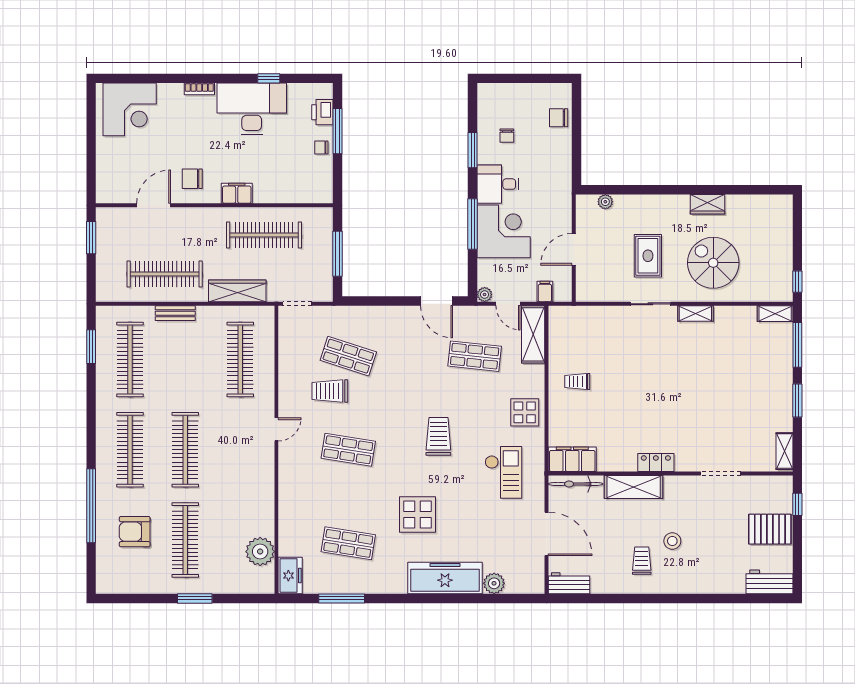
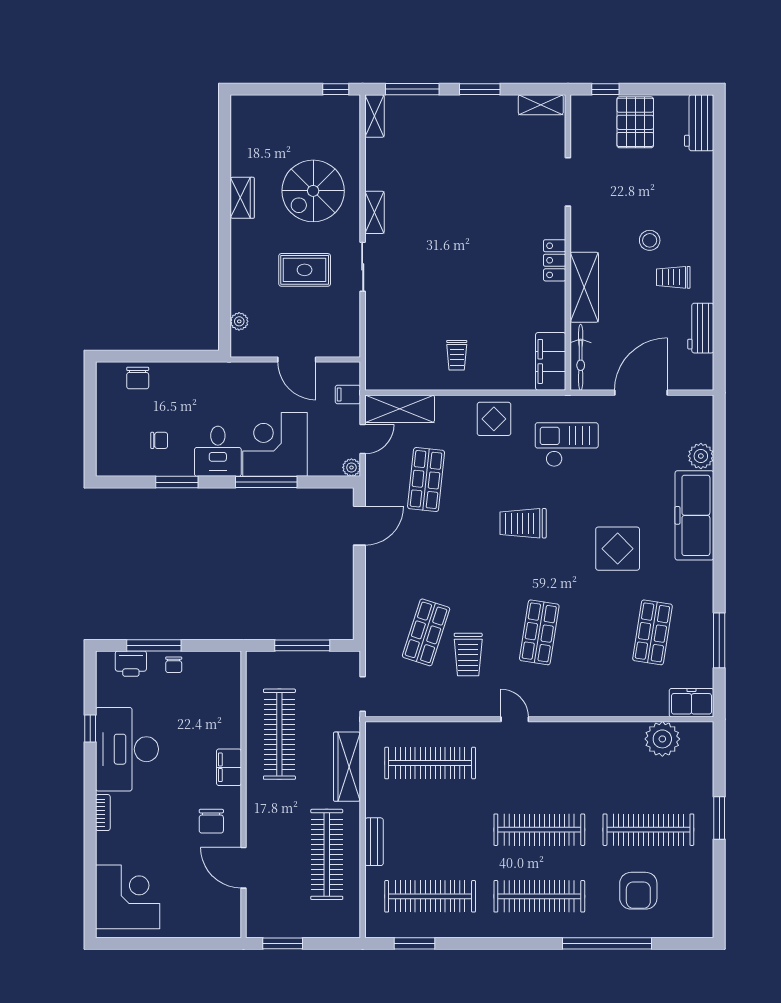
workbench: (569, 583) -> (701, 328), moved

